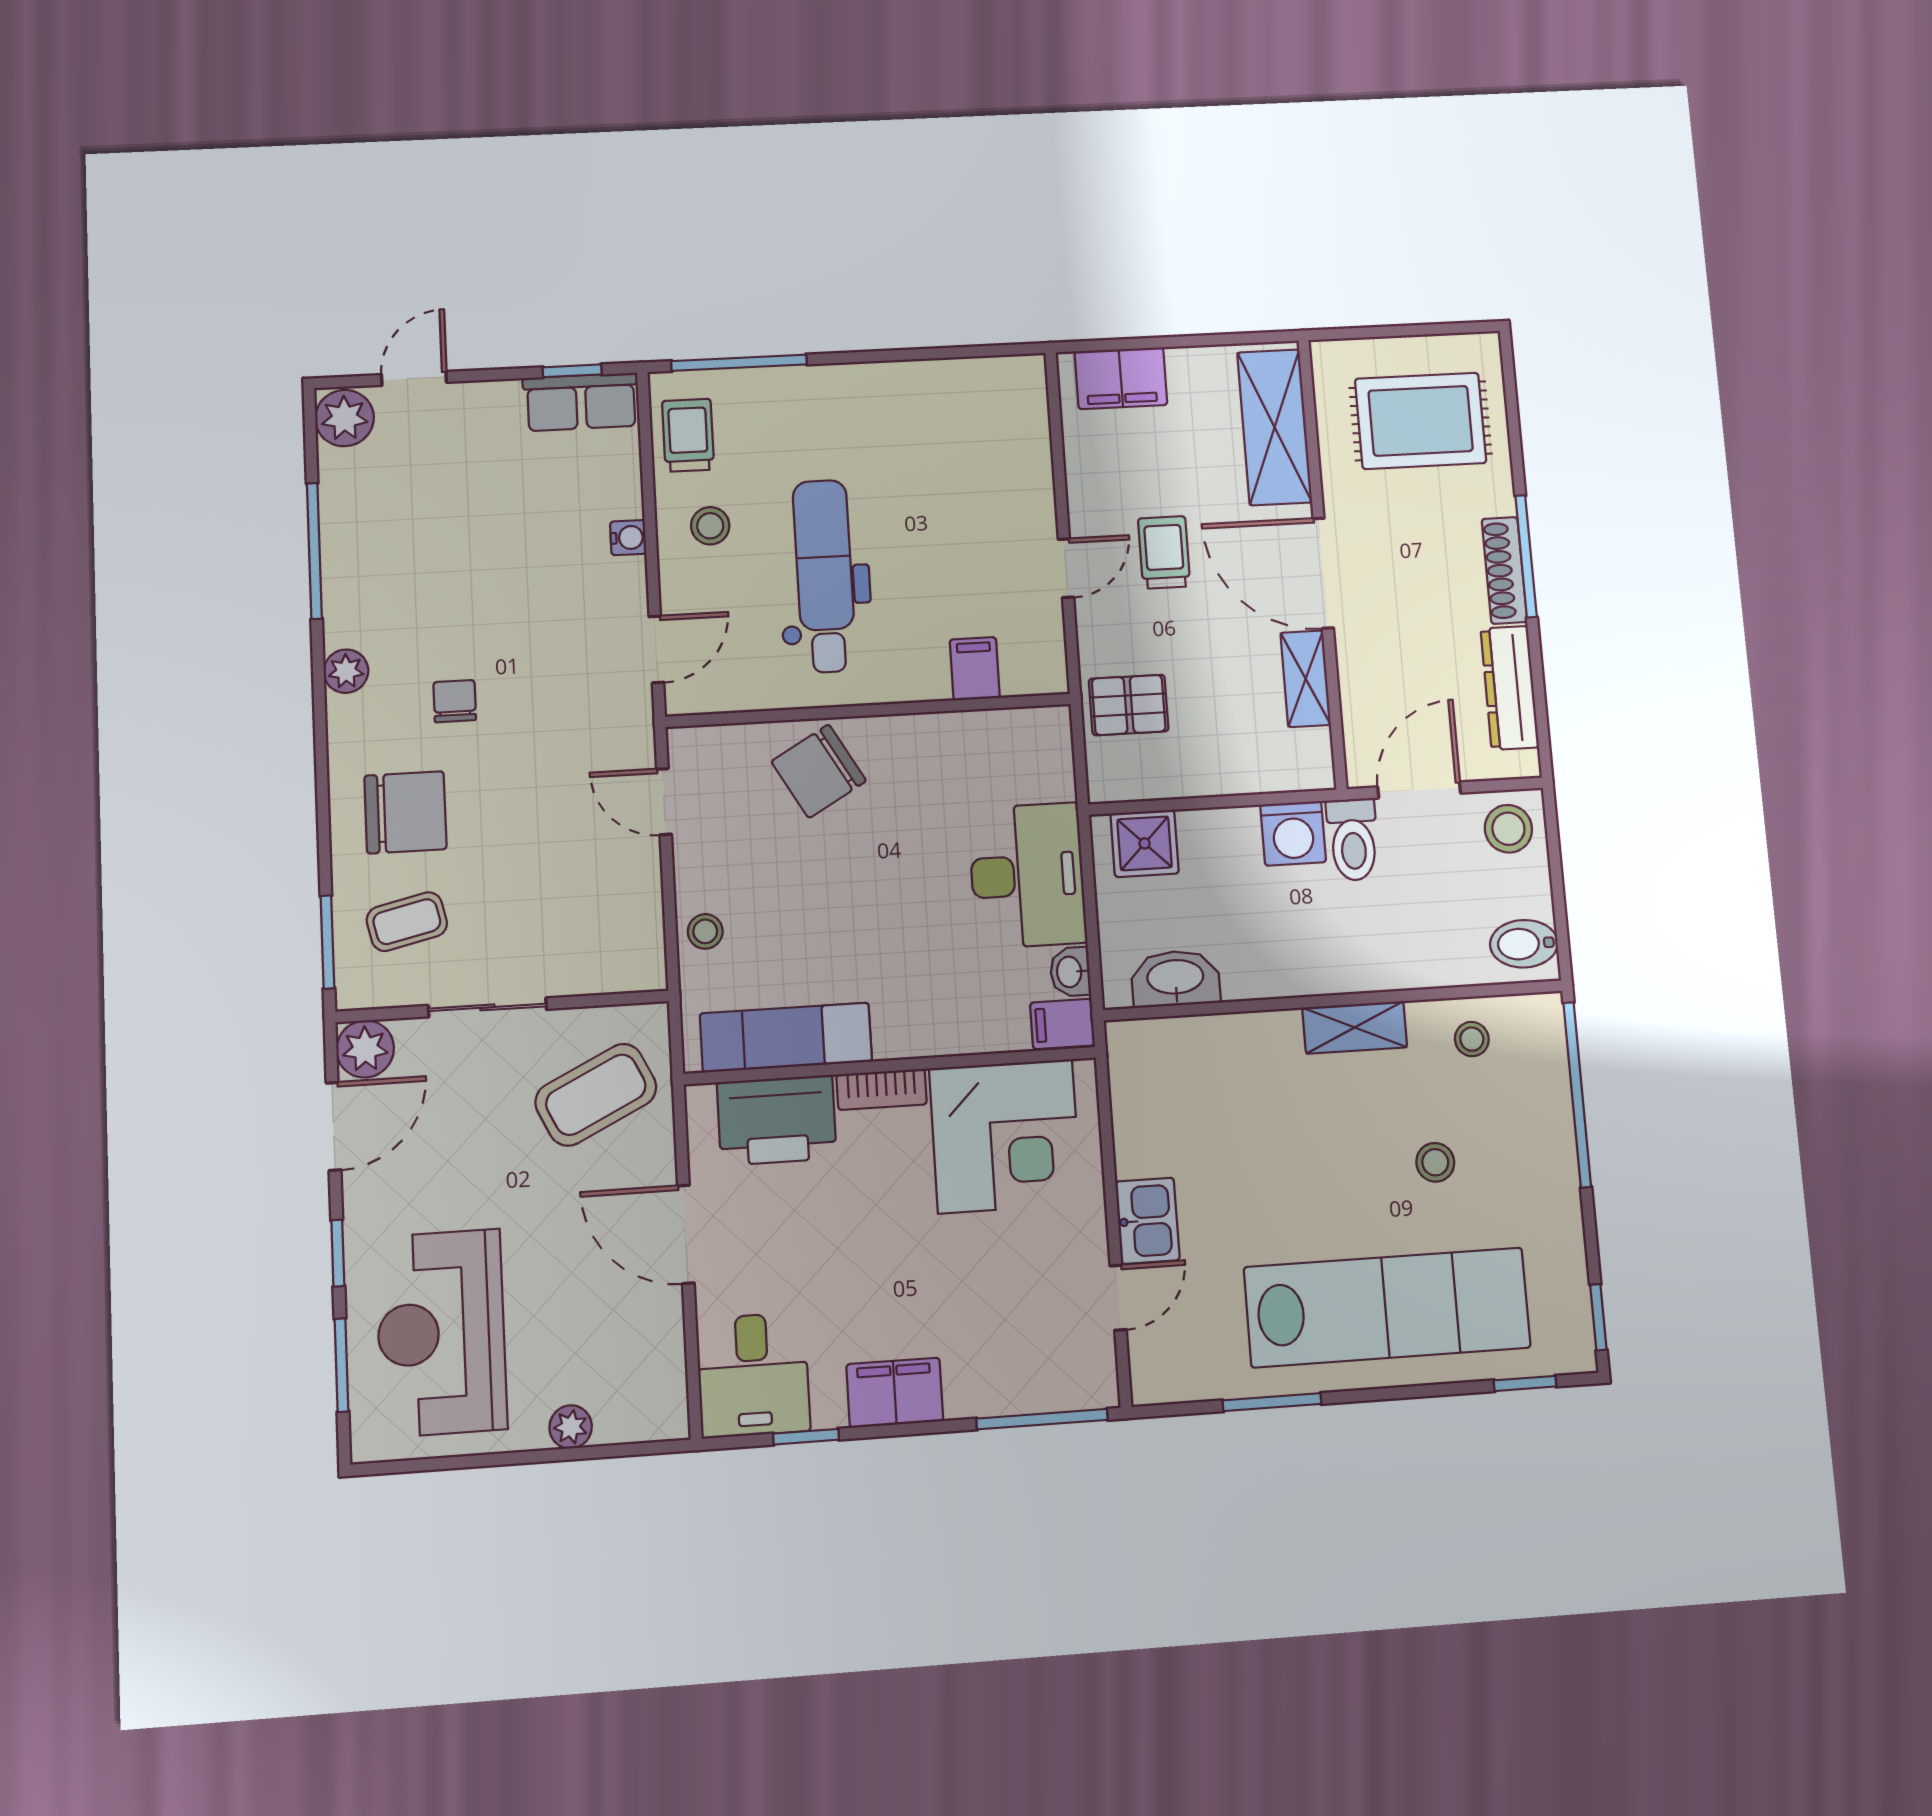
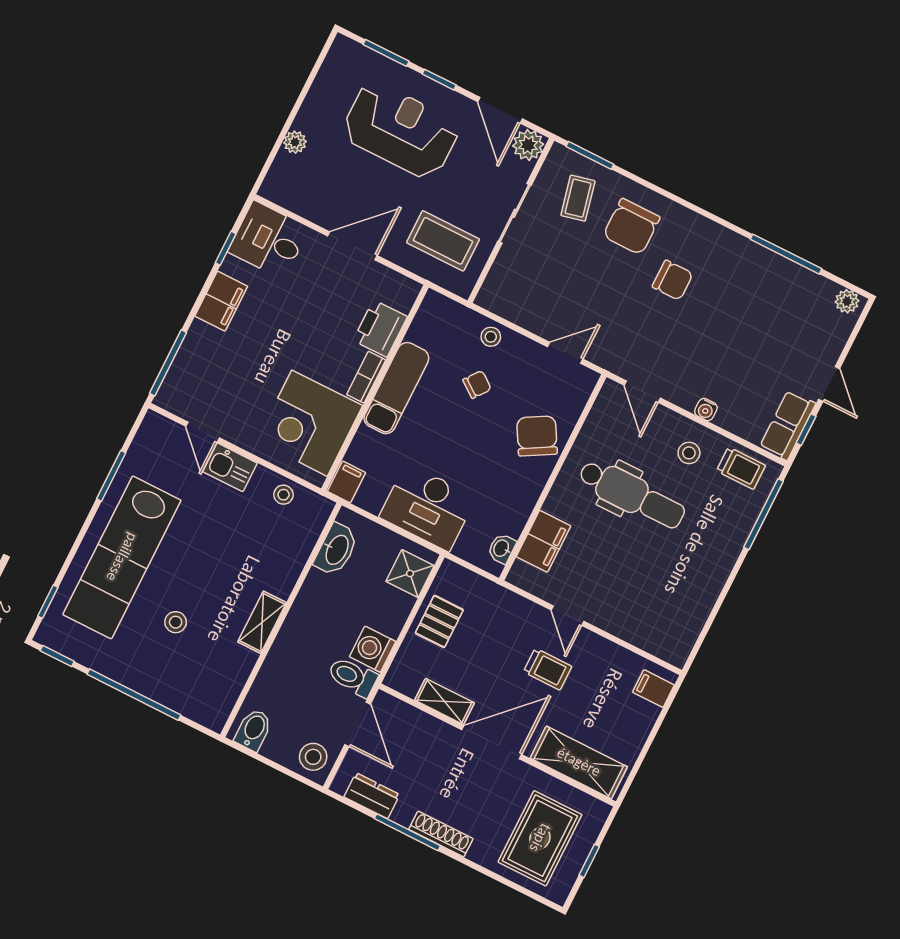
window: (1409, 330) -> (589, 861), added
door: (414, 378) -> (829, 384), moved
filing cabinet: (1121, 378) -> (653, 689), width x0.50
plant: (345, 418) -> (847, 301), width x0.73, depth x0.73
window: (1526, 556) -> (407, 832), moved
filing cabinet: (975, 669) -> (543, 541), width x2.00
plant: (346, 671) -> (717, 236), removed
dresser: (1510, 688) -> (372, 796), width x0.70
chair: (455, 701) -> (673, 280), width x1.37, depth x1.37
pallet: (1129, 705) -> (439, 621), moved
chair: (792, 910) -> (477, 384), added
washbasin: (1070, 972) -> (502, 548), moved, turned -90
exam couch: (786, 1038) -> (396, 388), moved
stool: (1472, 1039) -> (284, 495), moved
coffee table: (596, 1095) -> (443, 241), turned -64
window: (1577, 1095) -> (134, 695), moved
printer: (777, 1120) -> (380, 329), width x0.73, depth x0.84
reception desk: (441, 1333) -> (401, 130), moved

